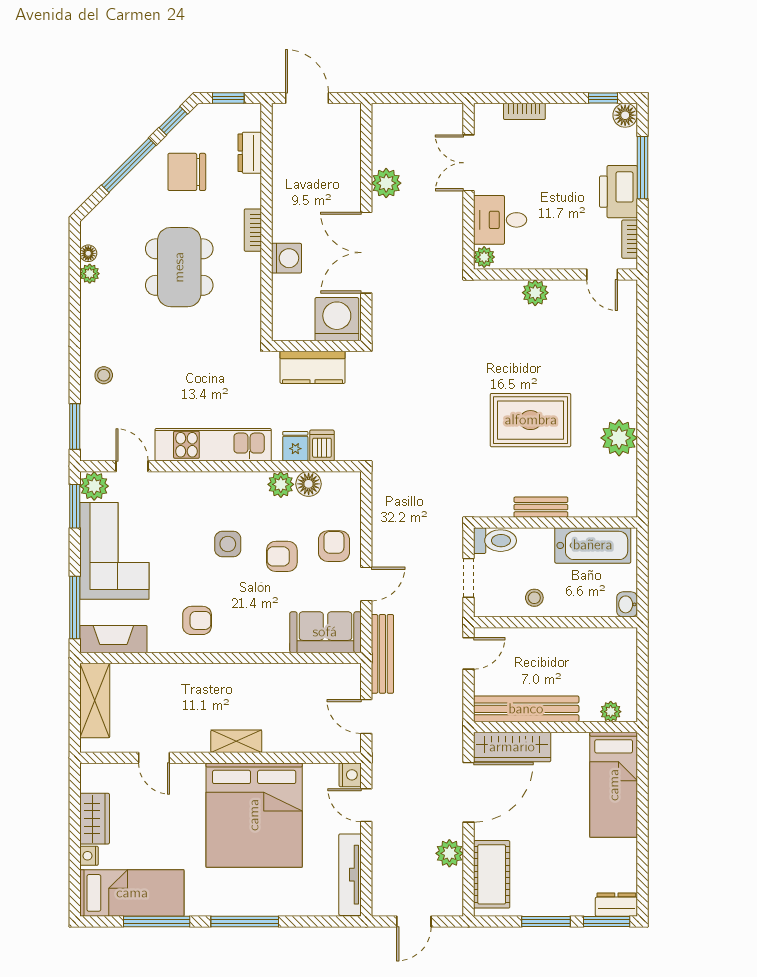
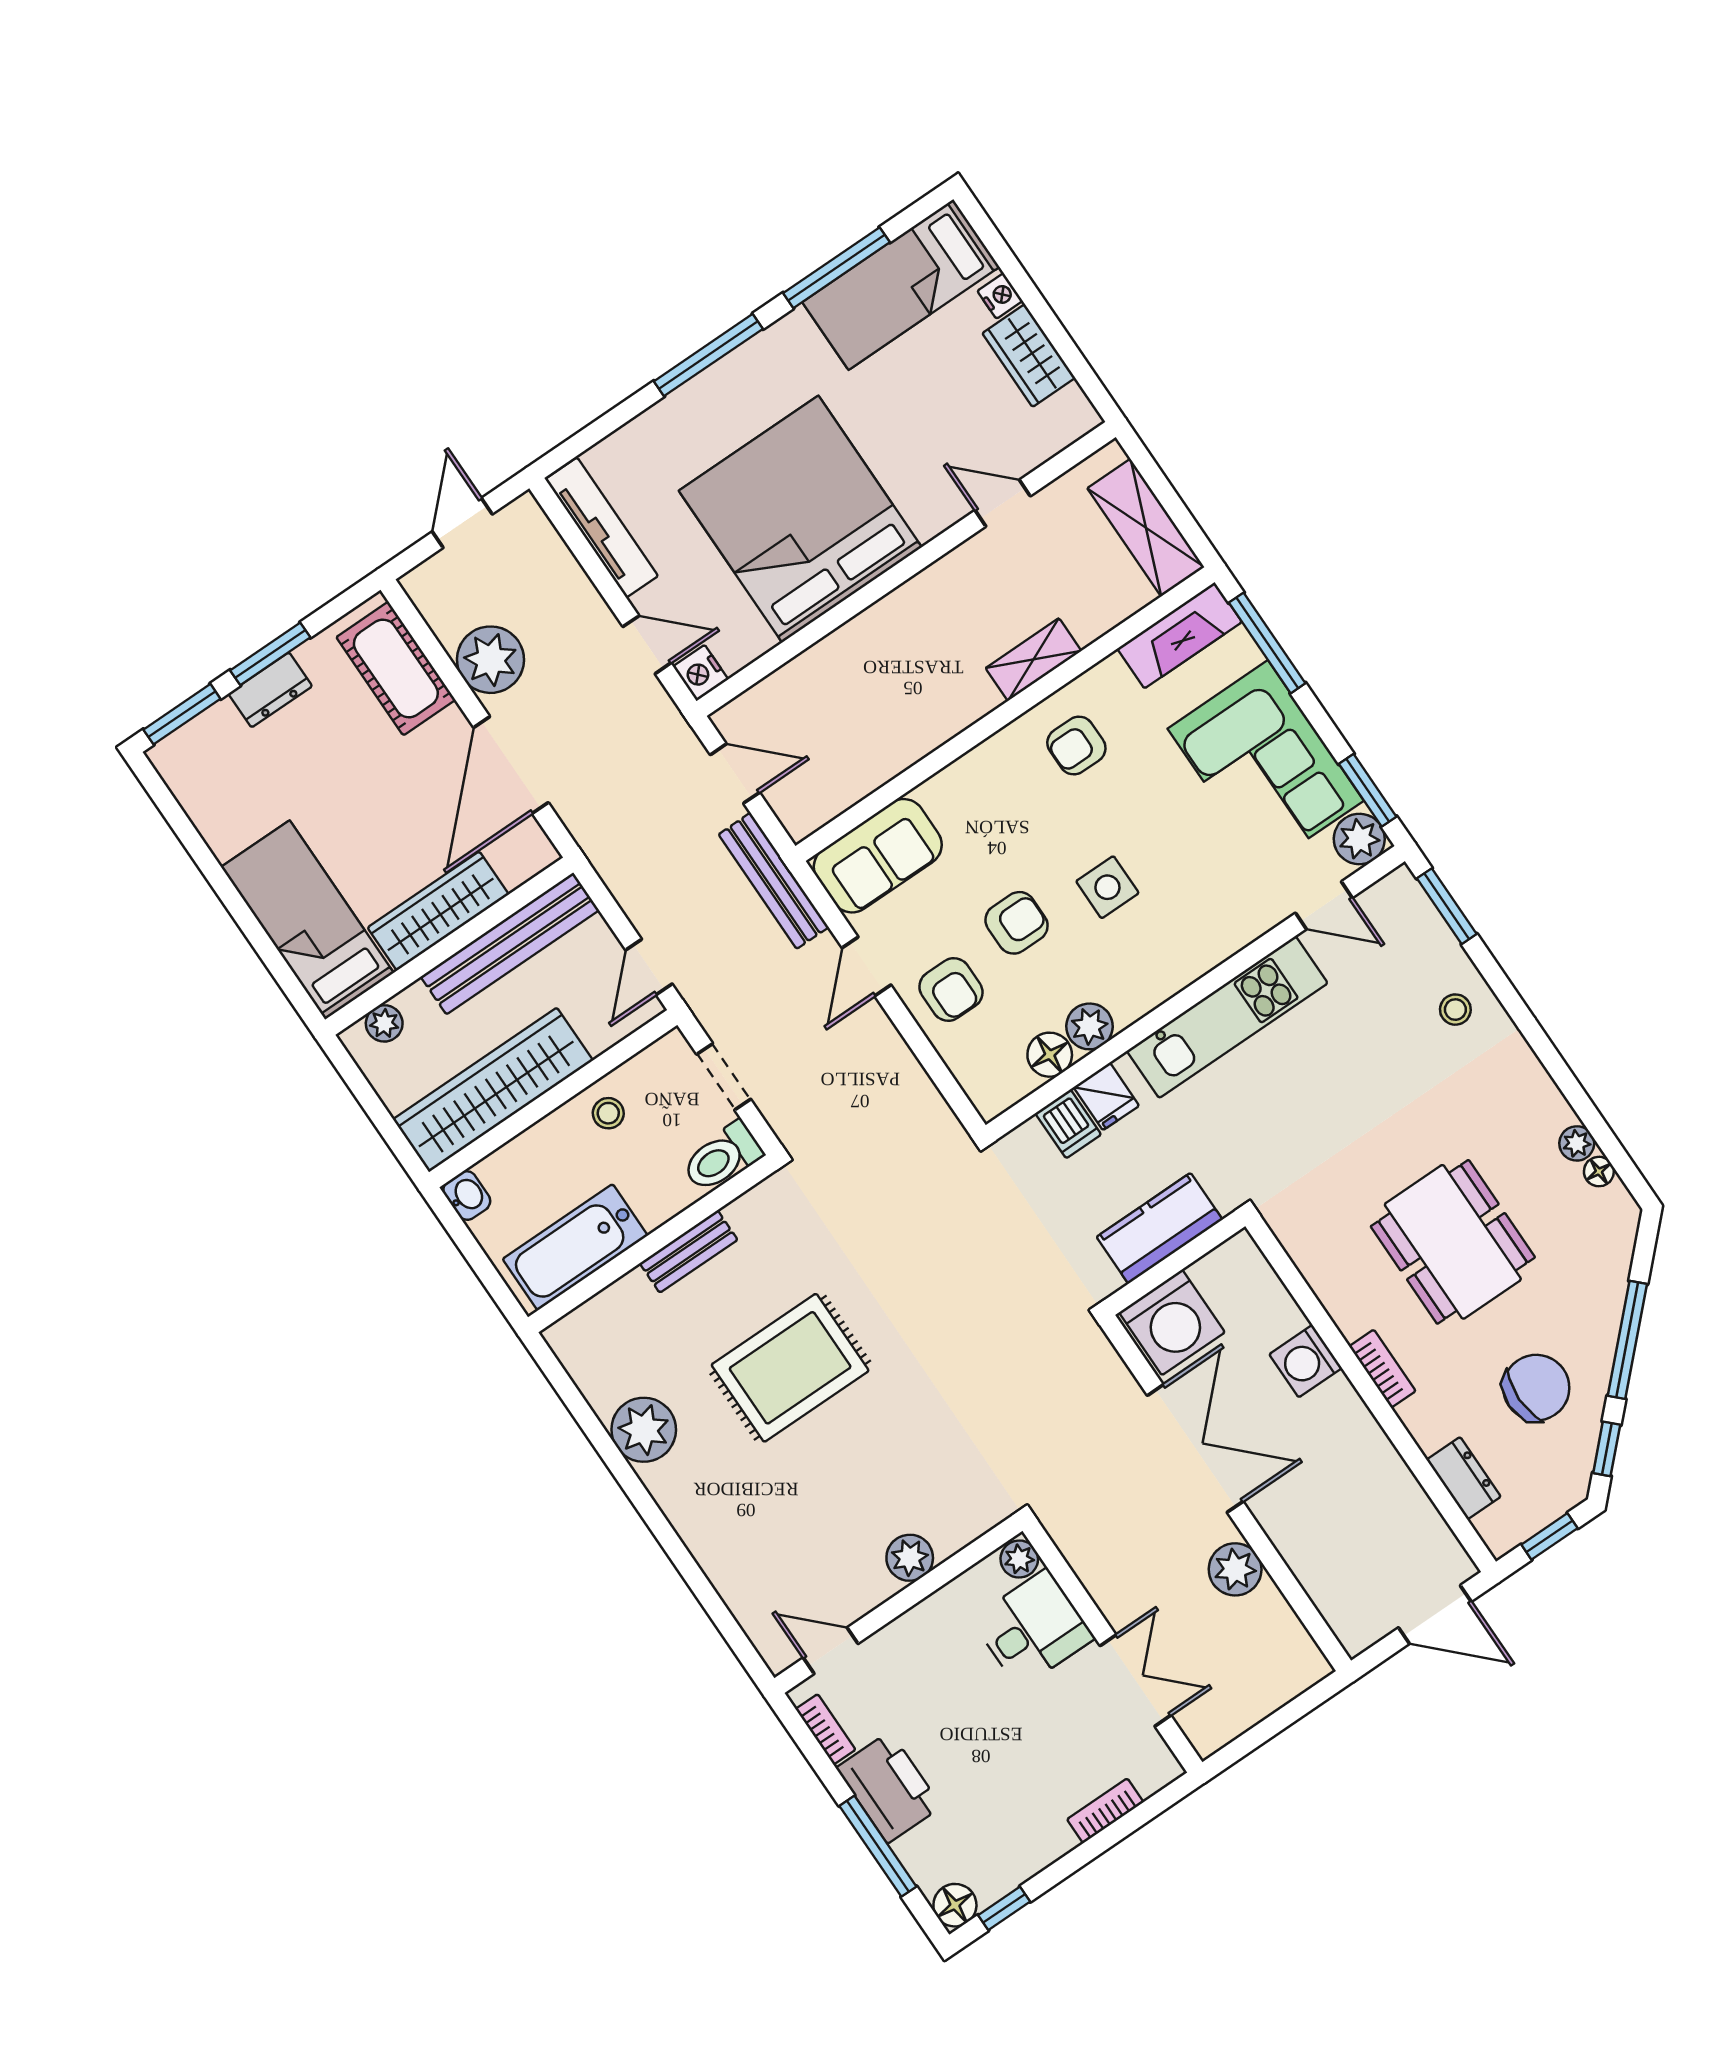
wardrobe: (581, 646) -> (493, 1090), added
shelving: (236, 741) -> (1033, 660), moved
wardrobe: (512, 747) -> (438, 911), moved
plant: (449, 853) -> (490, 660), width x1.36, depth x1.36
dresser: (616, 905) -> (270, 690), moved

